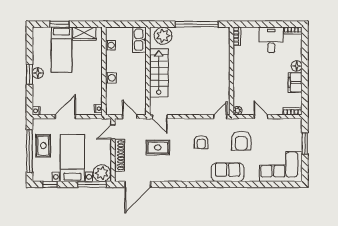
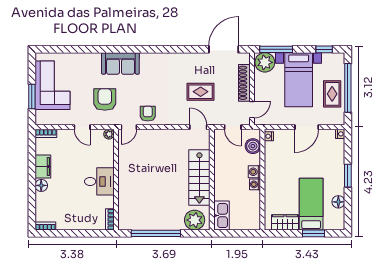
desk: (271, 40) -> (99, 181), moved, turned -90
washing machine: (110, 45) -> (255, 184), moved
floor lamp: (38, 73) -> (338, 202), moved
boiler: (112, 100) -> (253, 146), added
armchair: (201, 142) -> (148, 114), moved
corner sofa: (281, 166) -> (52, 85), moved, turned -90

